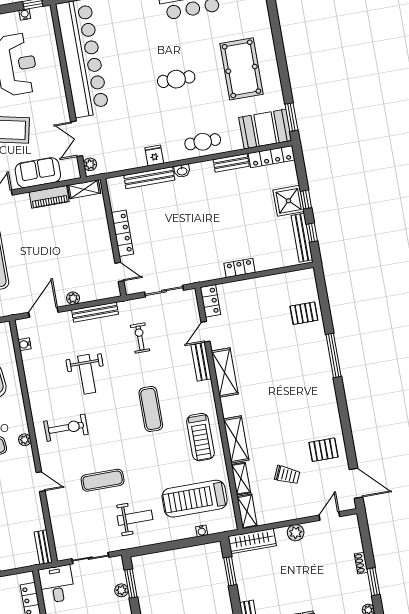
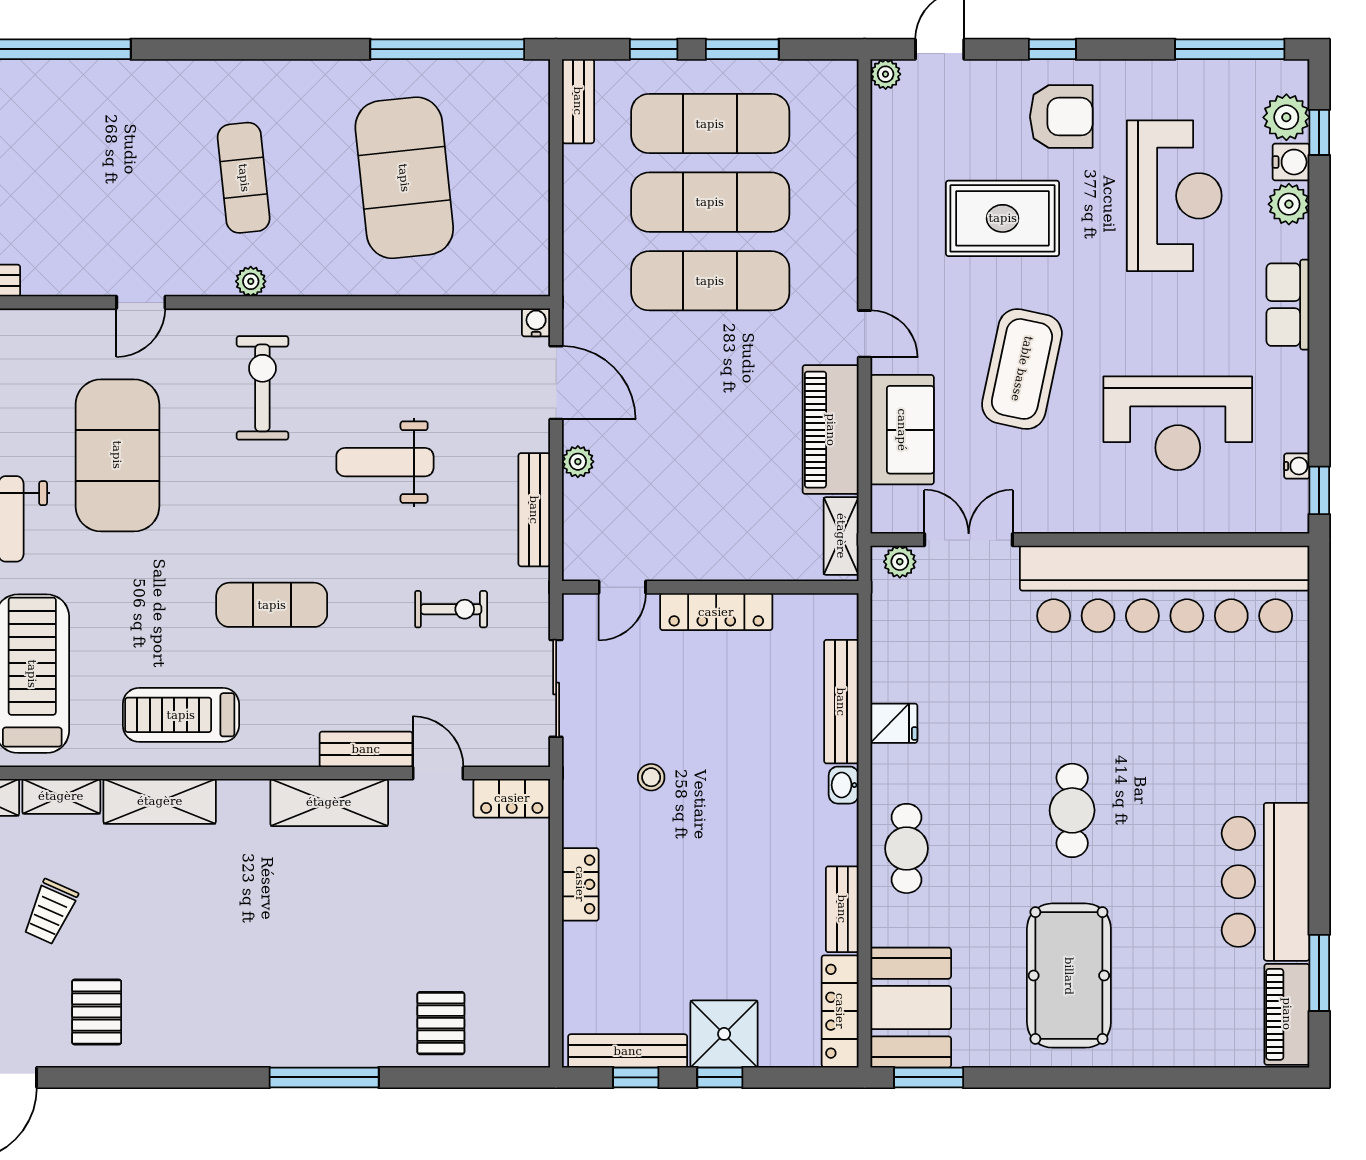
pool table: (241, 69) -> (1069, 976), turned 90
piano: (49, 197) -> (831, 430), width x1.37, depth x1.33
stool: (192, 247) -> (651, 777), added
water cooler: (25, 344) -> (536, 322), moved
exercise bike: (66, 428) -> (262, 388), turned 180
exercise mat: (103, 480) -> (117, 455), width x2.00, depth x1.45

